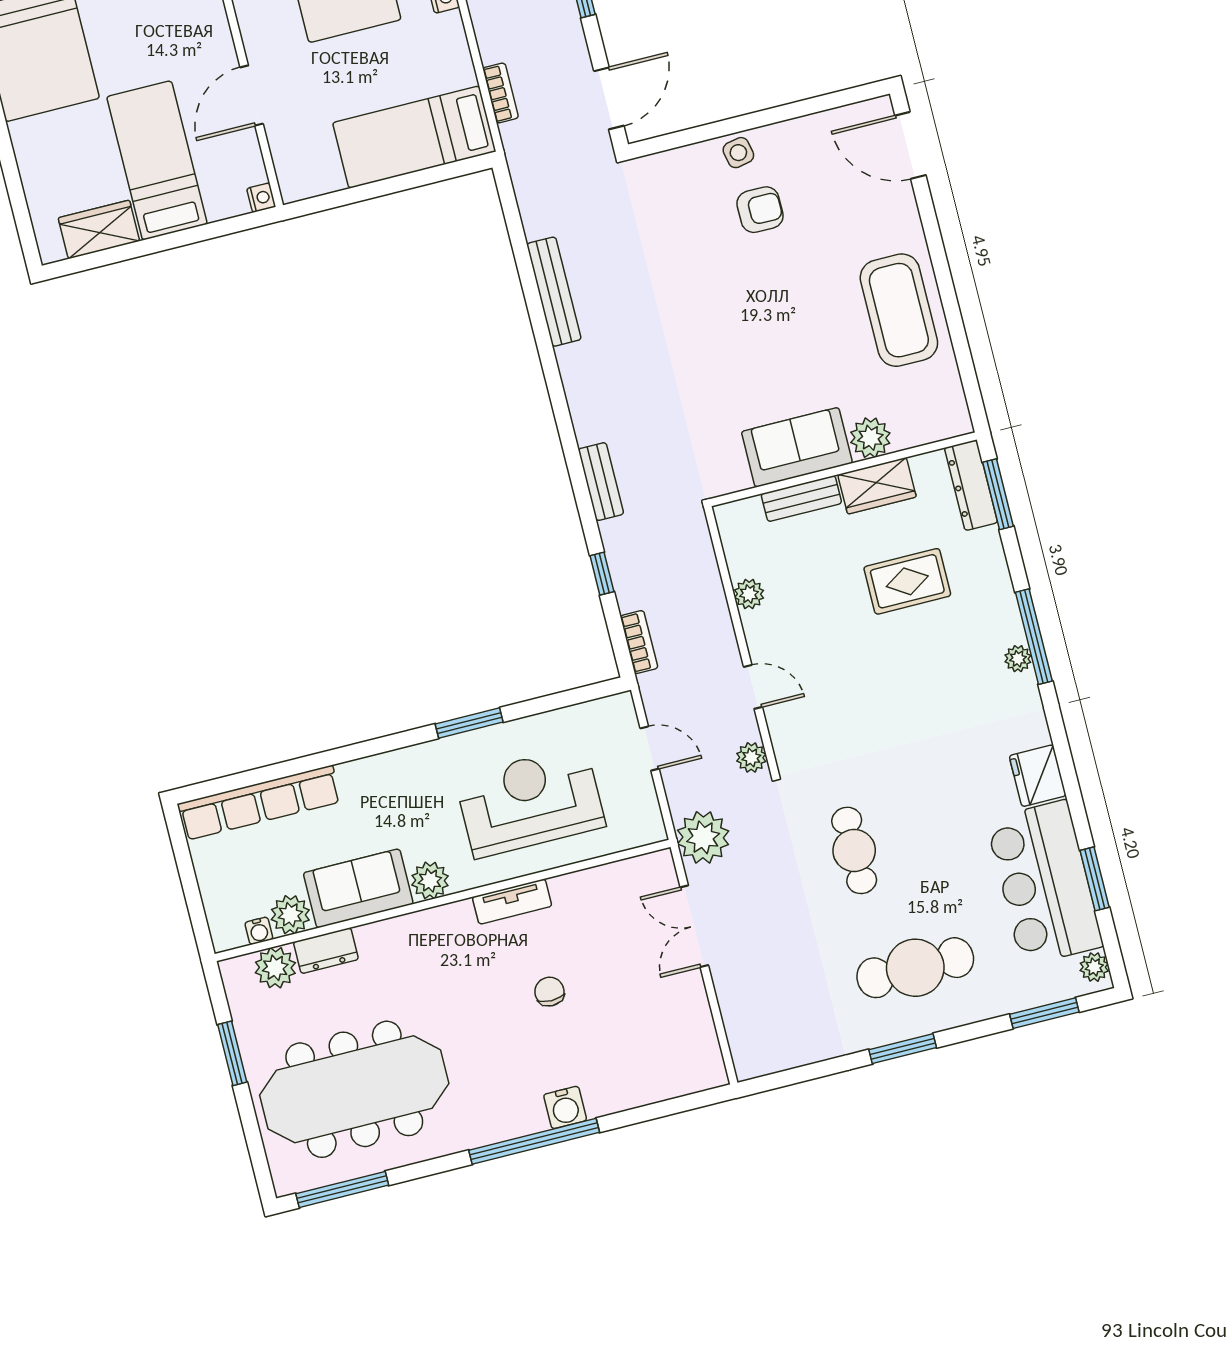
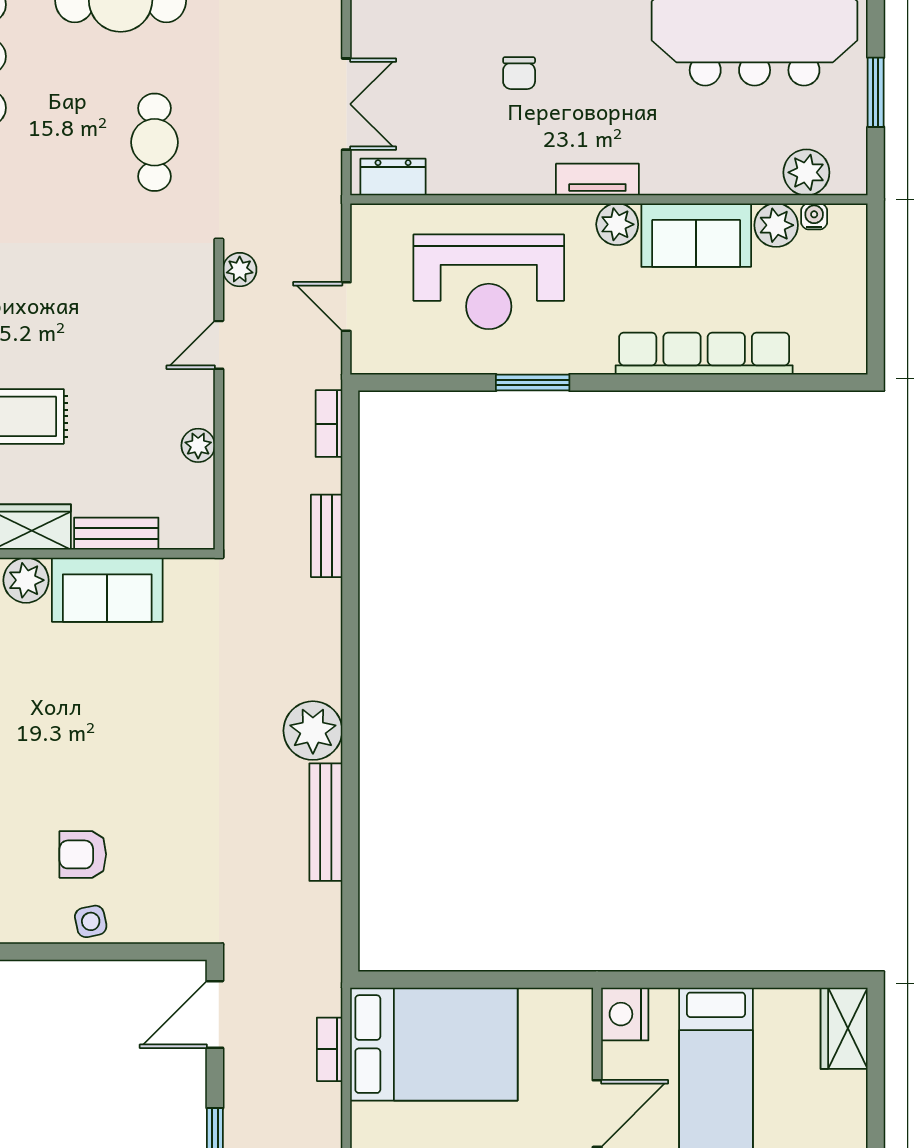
bed: (414, 137) -> (434, 1044), width x1.50
nightstand: (261, 198) -> (625, 1014), width x1.89, depth x1.79
wardrobe: (99, 229) -> (844, 1028), moved, turned 90
bench: (601, 482) -> (327, 536), moved
window: (602, 574) -> (350, 507), removed
door: (753, 687) -> (219, 345), hinge flipped
row of seats: (259, 803) -> (704, 354), moved
plant: (703, 837) -> (313, 731), moved
tv unit: (512, 902) -> (597, 180), moved
dresser: (326, 951) -> (393, 177), moved

